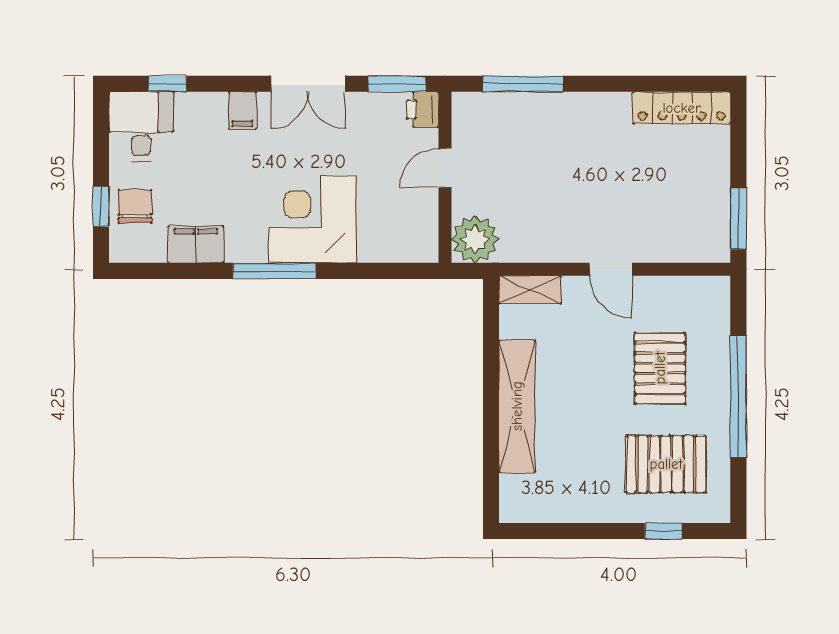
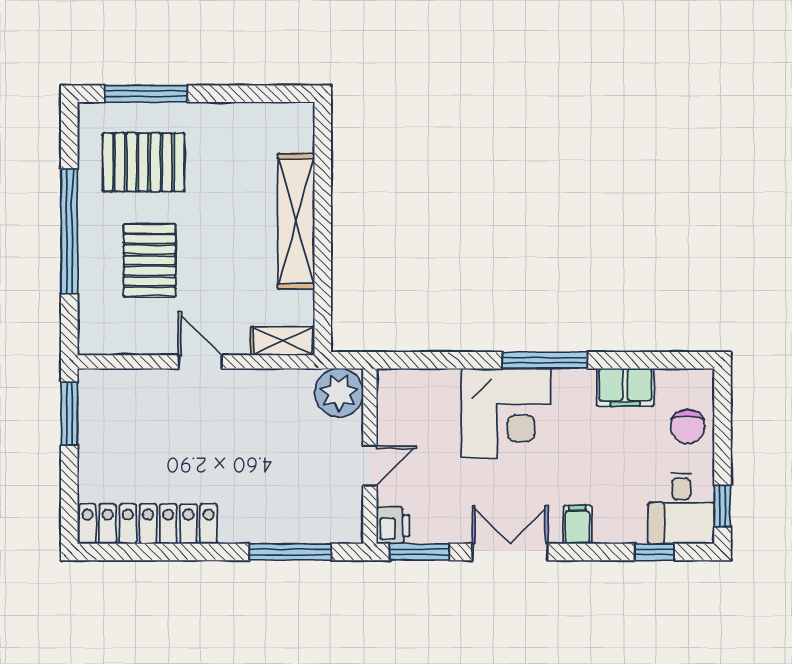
locker: (682, 108) -> (148, 524), width x1.41, depth x1.21
window: (101, 207) -> (722, 506), moved
window: (663, 531) -> (146, 94), width x2.17

